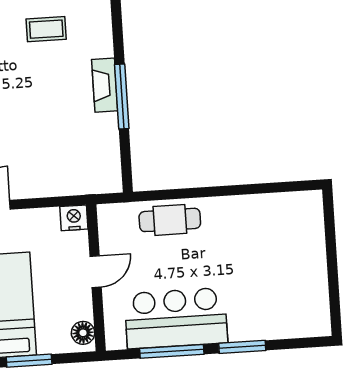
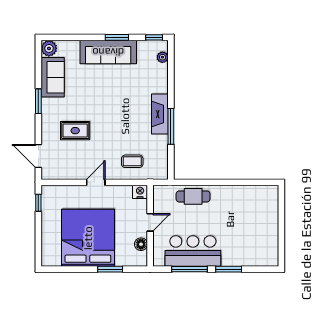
coffee table: (46, 29) -> (132, 161), moved
fireplace: (105, 85) -> (160, 114), width x1.37, depth x1.32
floor lamp: (83, 333) -> (141, 244), moved

